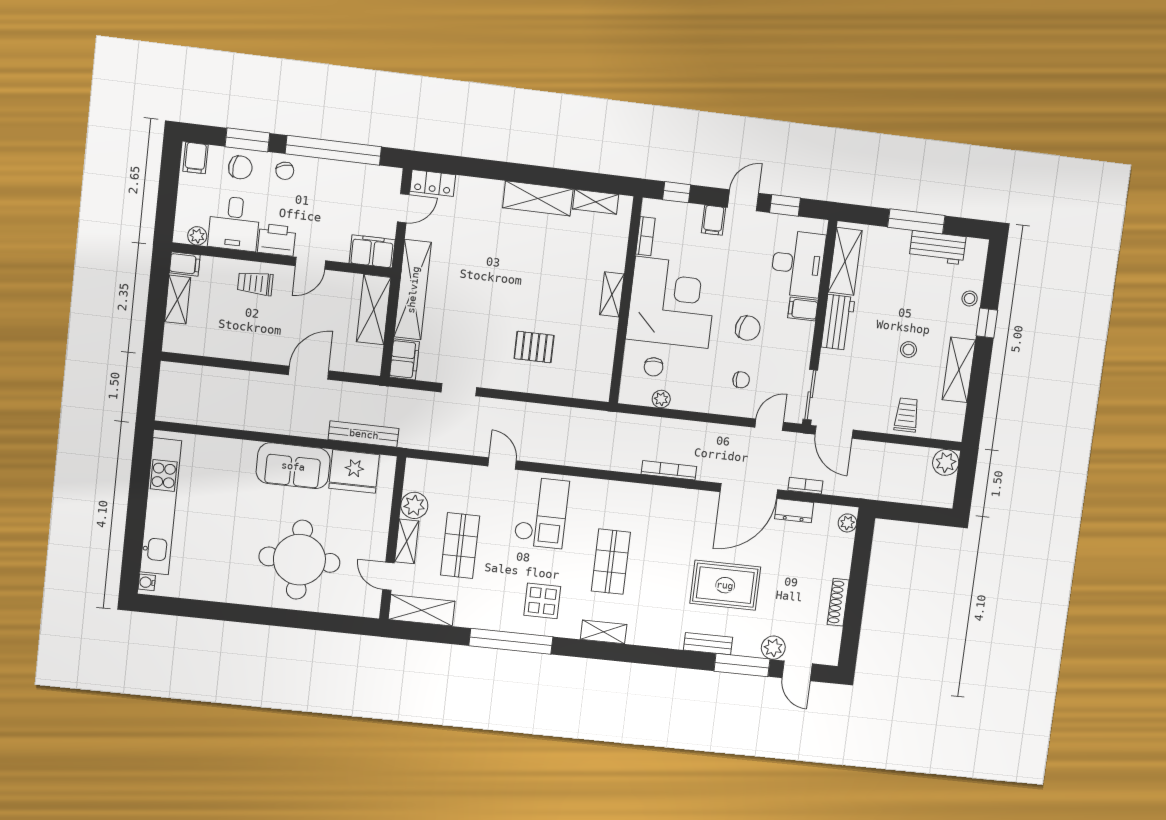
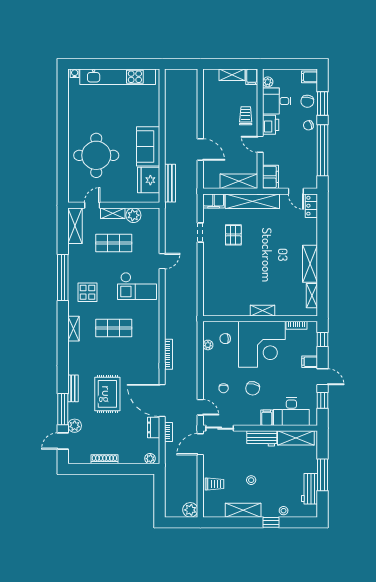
pallet: (534, 347) -> (233, 235), moved

